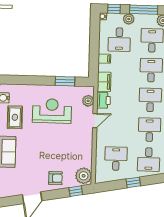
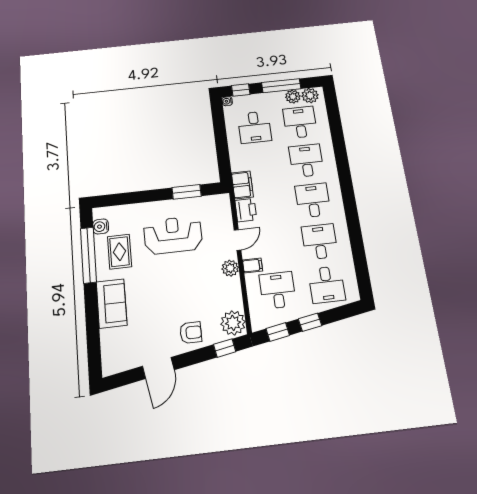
plant: (129, 19) -> (293, 97), moved
filing cabinet: (104, 59) -> (253, 265), moved
plant: (88, 101) -> (230, 268), moved
window: (111, 186) -> (278, 332), added

